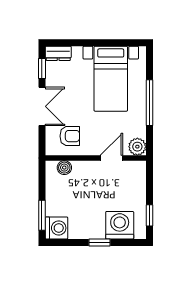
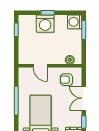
plant: (137, 147) -> (24, 73), removed
door: (111, 158) -> (40, 66), hinge flipped
washing machine: (120, 225) -> (45, 24), moved

